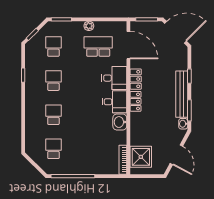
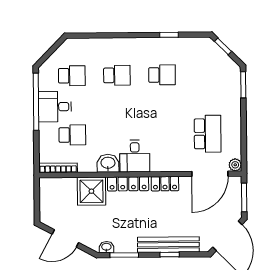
plant: (89, 26) -> (235, 165), moved
school desk: (53, 47) -> (72, 135), moved
desk: (114, 78) -> (55, 107), moved, turned 90
bench: (182, 94) -> (168, 245), moved
locker: (136, 101) -> (128, 184), width x1.53
shower: (141, 157) -> (91, 191), moved

